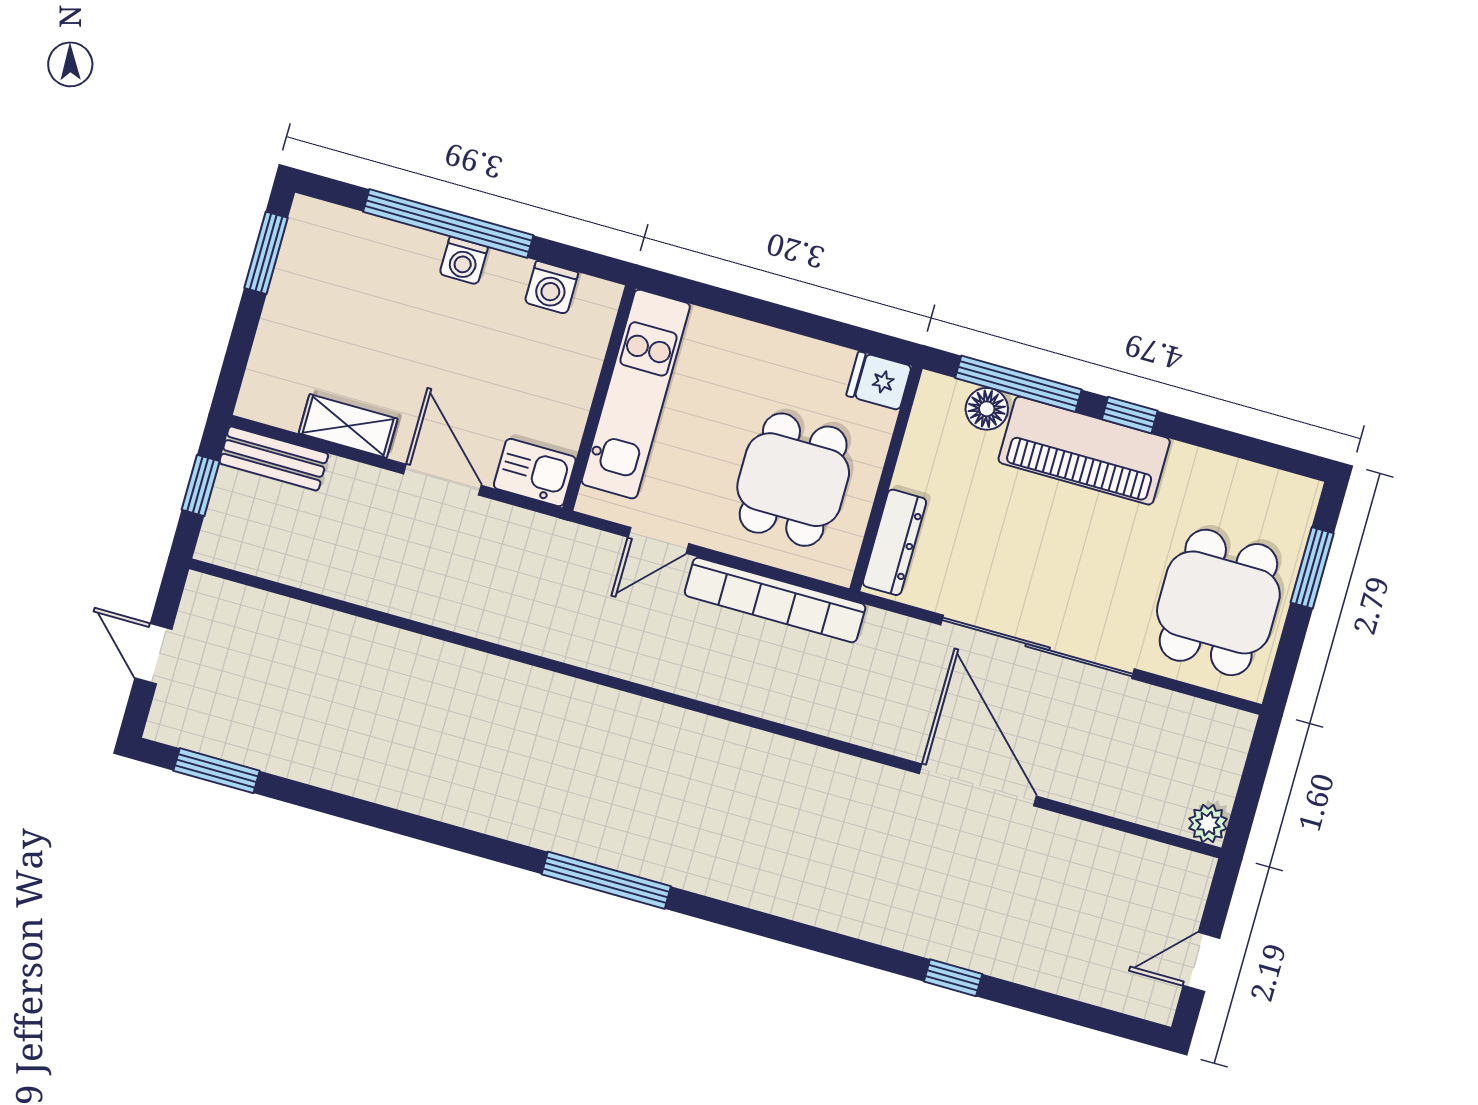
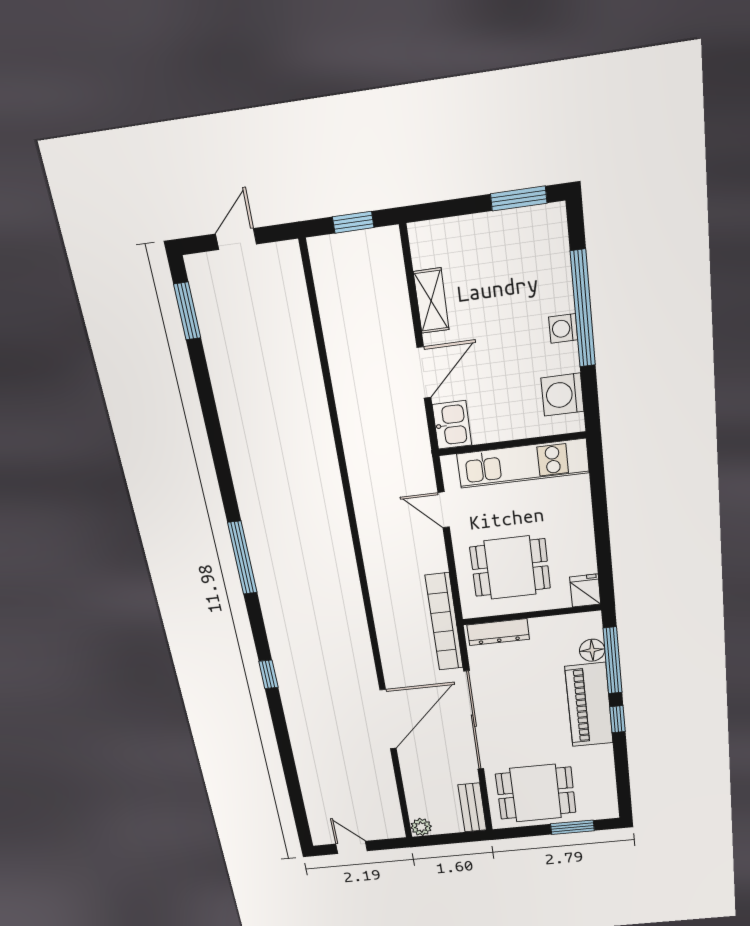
washing machine: (551, 287) -> (562, 395), width x1.38, depth x1.38
bench: (274, 458) -> (472, 807), moved
bookcase: (775, 600) -> (444, 622), moved
window: (953, 978) -> (268, 674), moved

